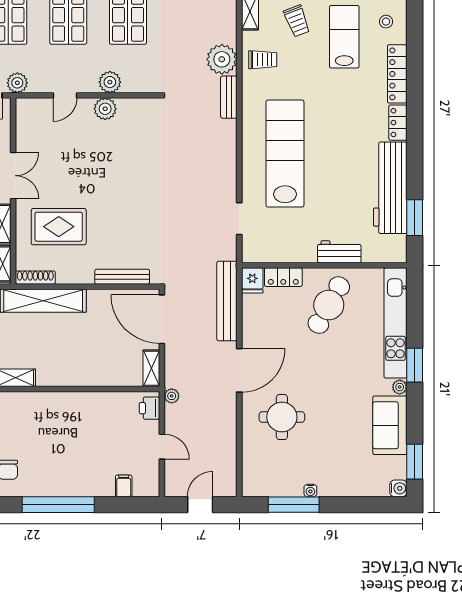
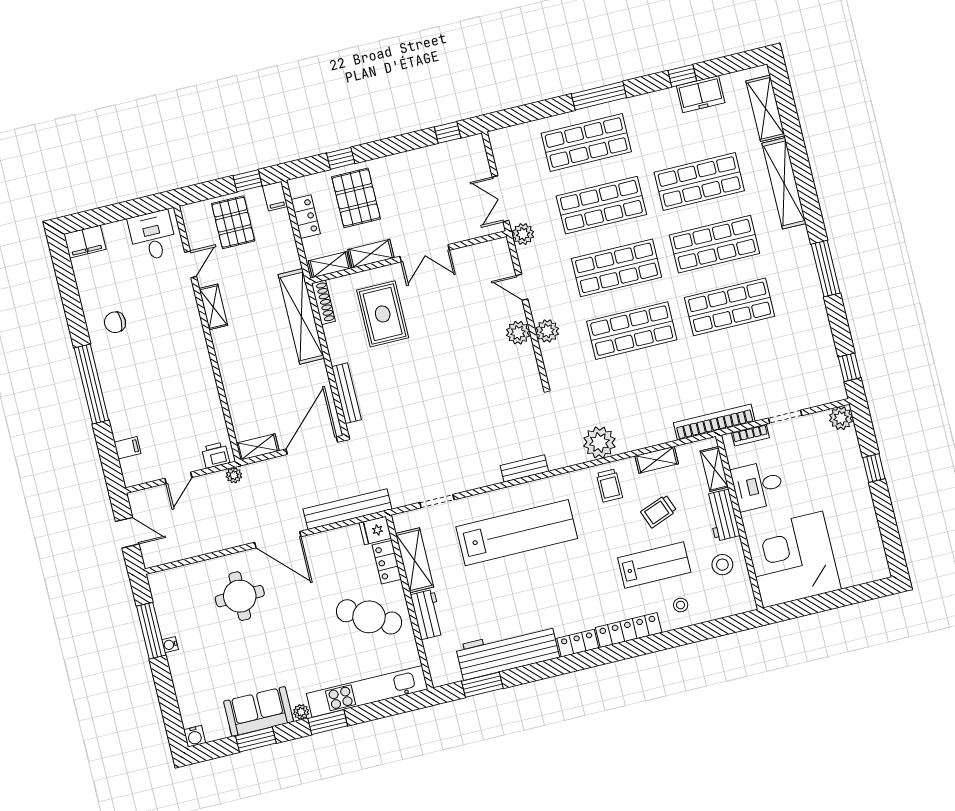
bench: (229, 97) -> (524, 468), moved
shelving: (288, 252) -> (415, 560), added
window: (415, 462) -> (256, 739), moved

